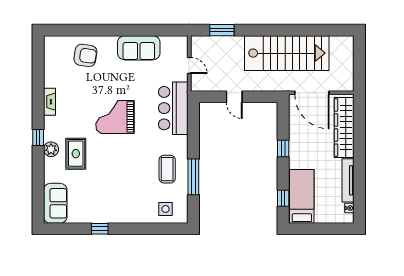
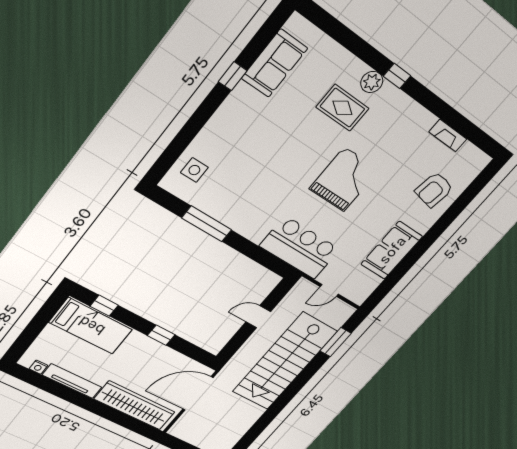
stairs: (287, 53) -> (285, 361), moved
fireplace: (49, 102) -> (448, 136), moved
coffee table: (167, 169) -> (239, 200), removed
sofa: (55, 203) -> (274, 63), moved, turned -90

